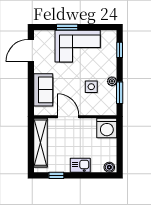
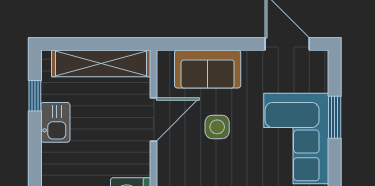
side table: (91, 87) -> (217, 127), moved
kitchen sink: (80, 165) -> (55, 122), moved

